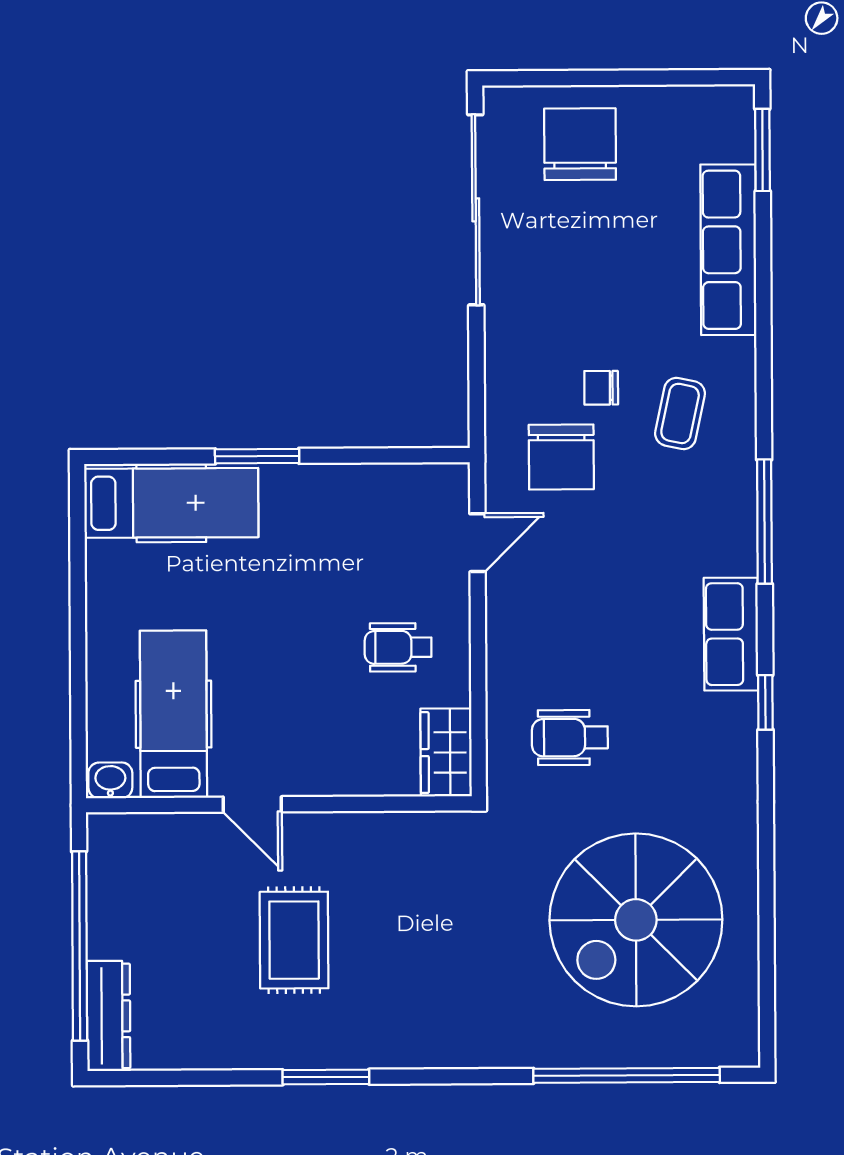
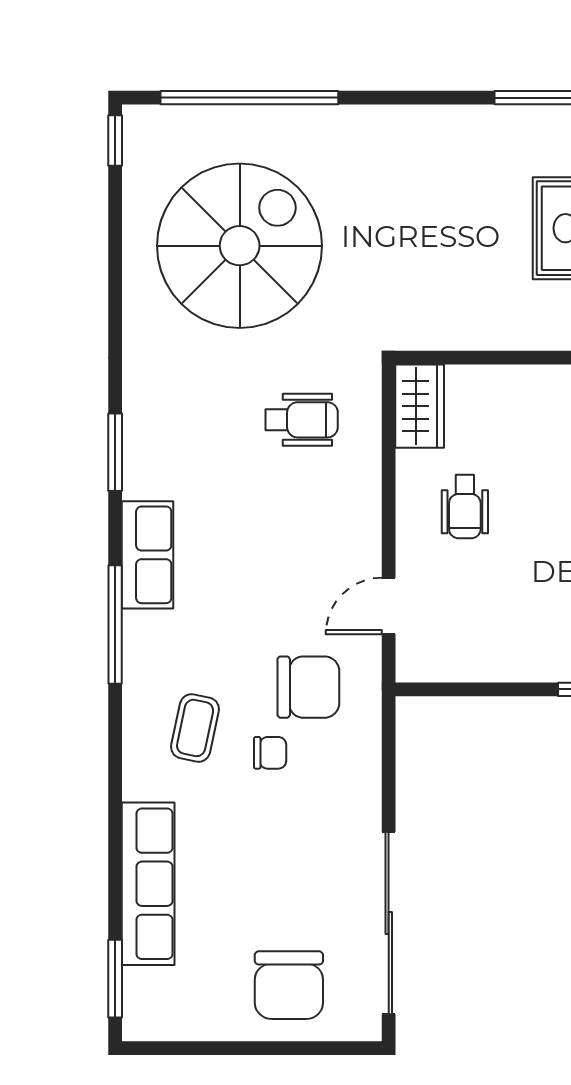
chair: (561, 457) -> (308, 687), turned 90
row of seats: (731, 634) -> (148, 555), moved
wheelchair: (398, 647) -> (465, 507), turned 90
window: (765, 702) -> (115, 452), width x1.50
window: (767, 1030) -> (115, 141), added

